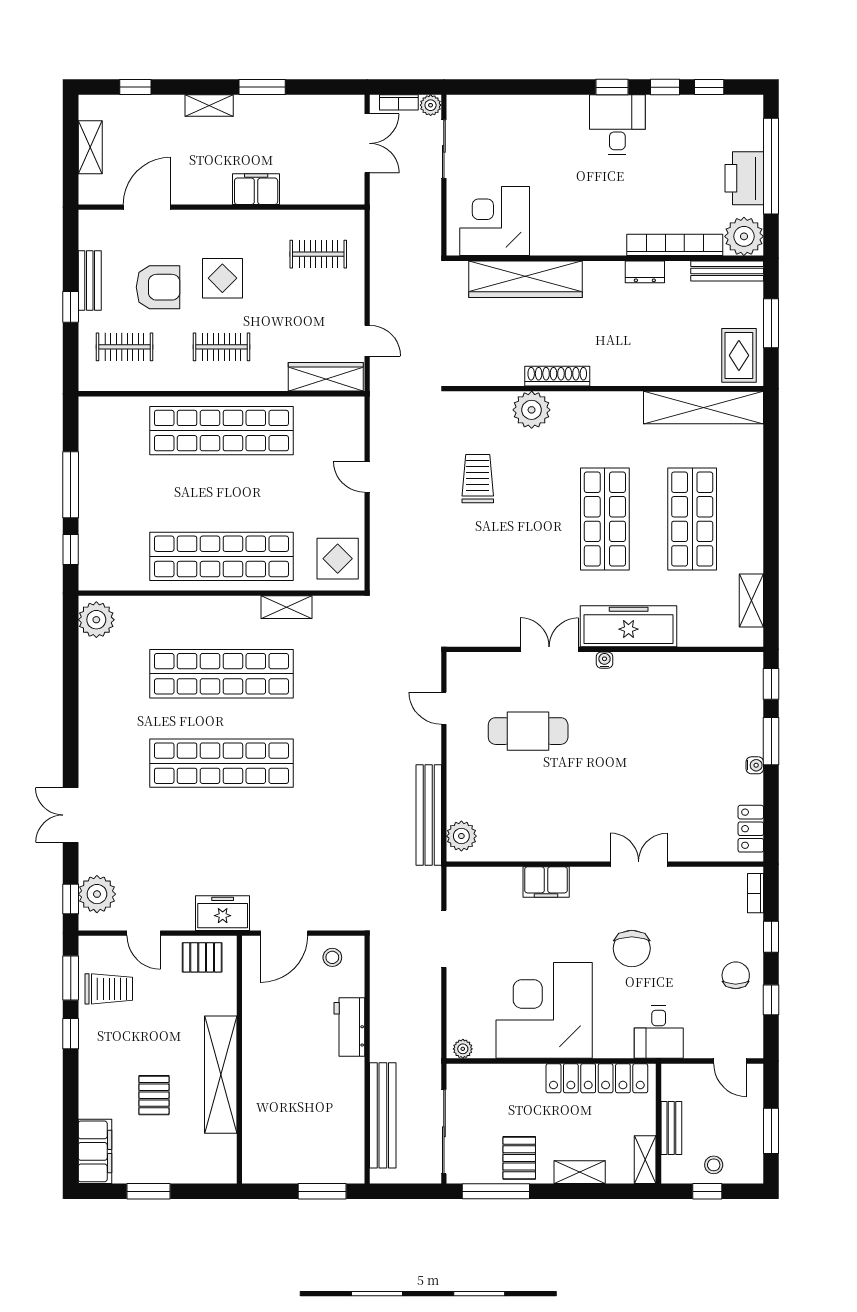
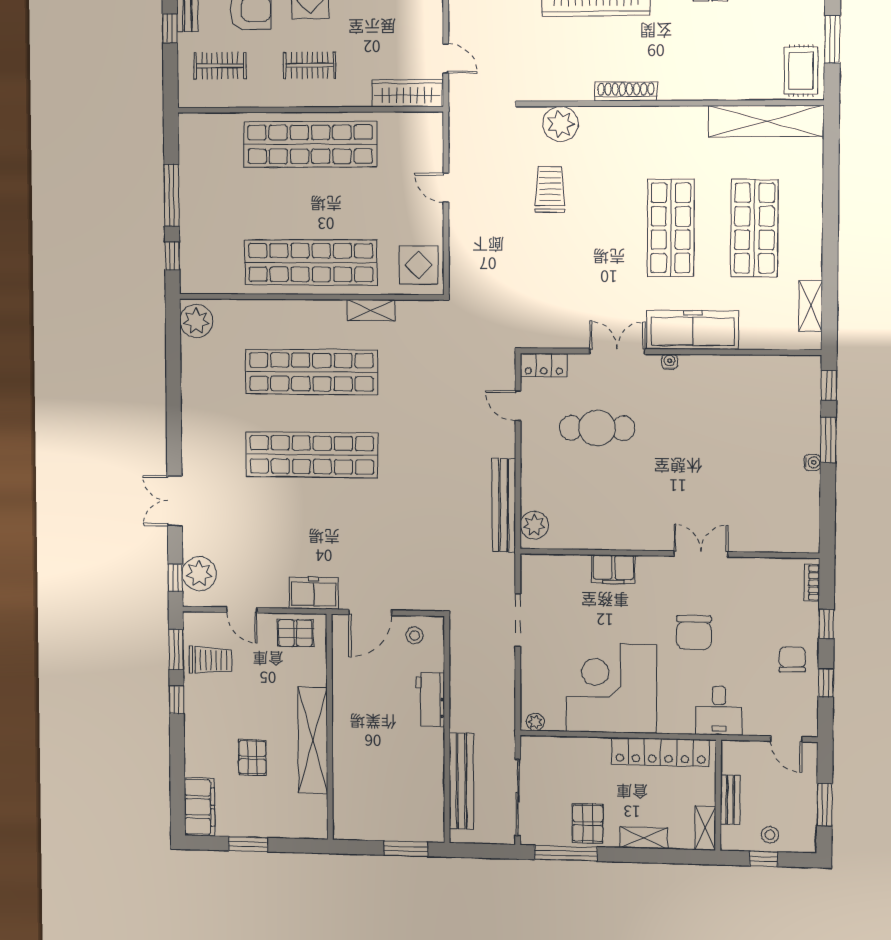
plant: (532, 410) -> (561, 124), moved
locker: (751, 829) -> (544, 365), moved, turned -90

